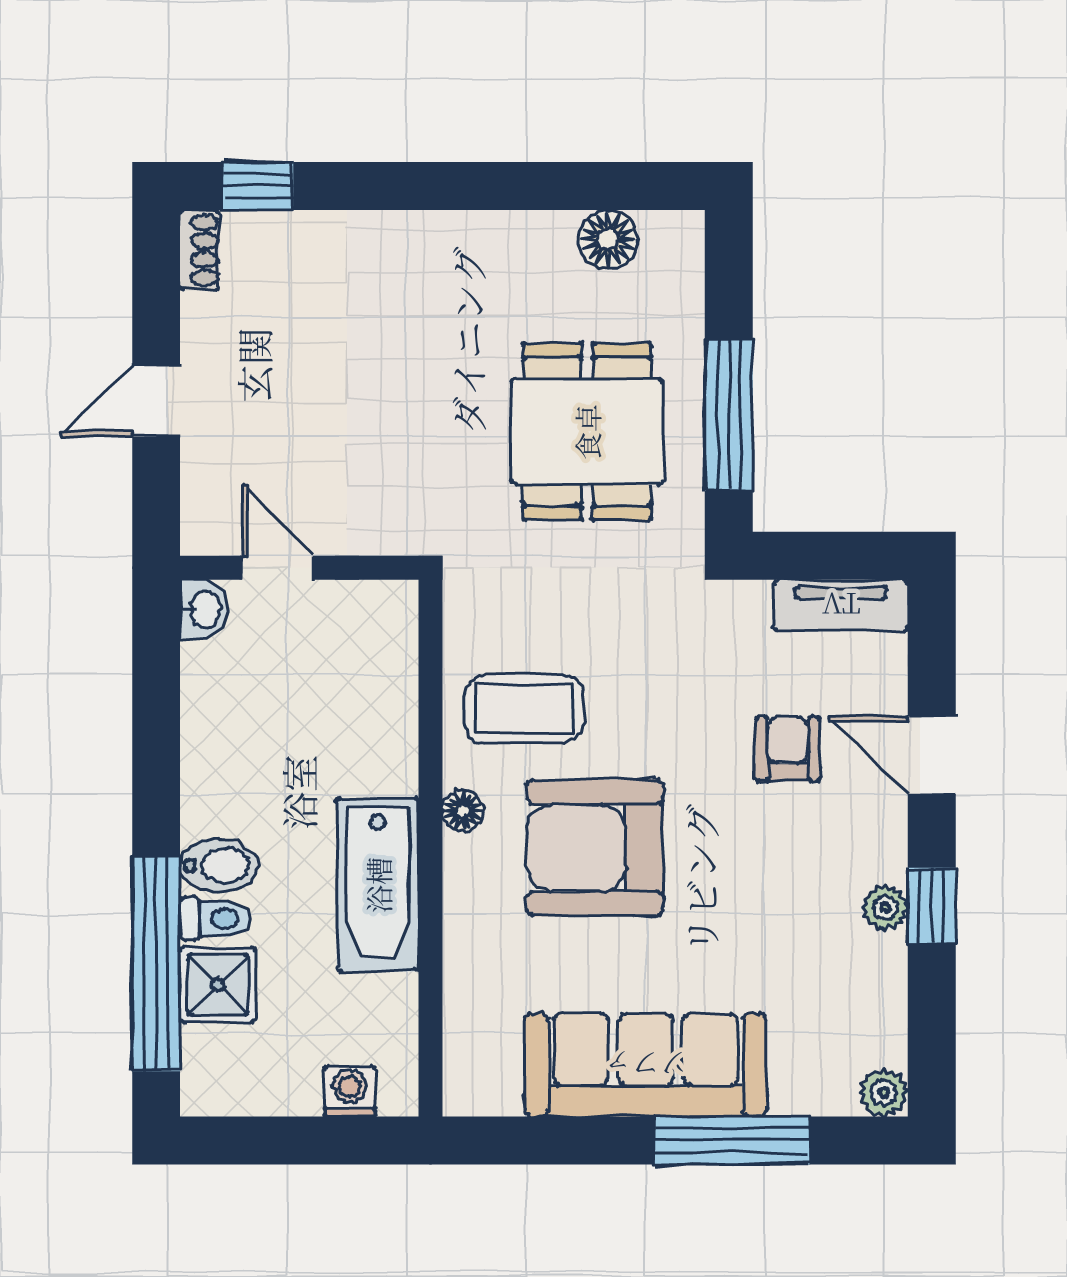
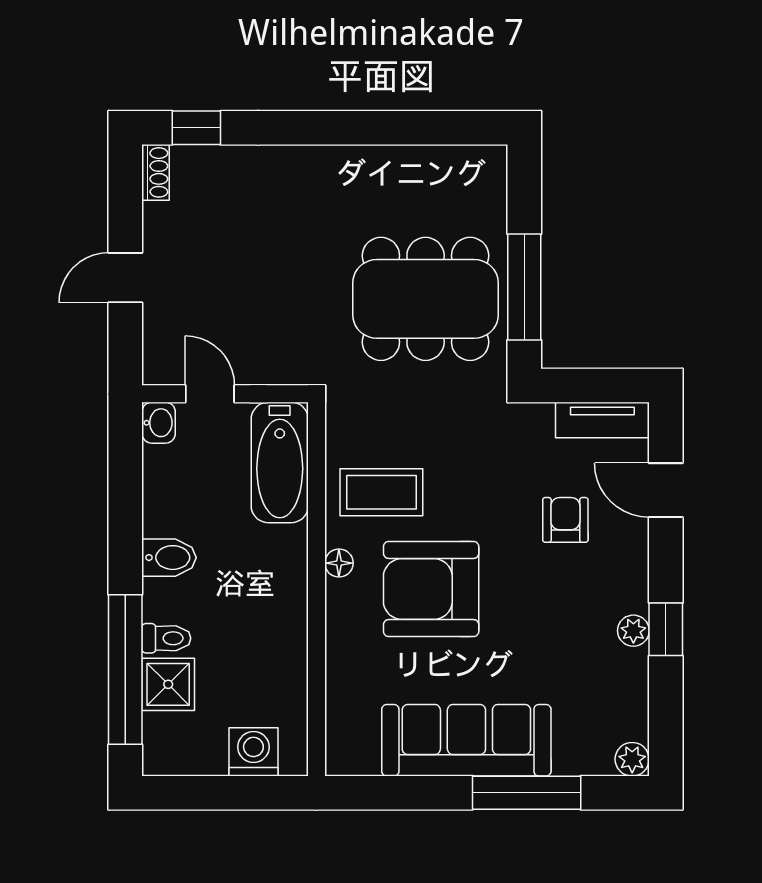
floor lamp: (608, 239) -> (440, 165), removed
dining table: (587, 432) -> (426, 299), width x1.38
door: (932, 755) -> (666, 490), moved
bidet: (219, 866) -> (169, 558), moved
bathtub: (378, 885) -> (280, 462), moved
washing machine: (350, 1091) -> (253, 752), width x1.38, depth x1.38

